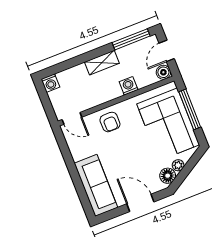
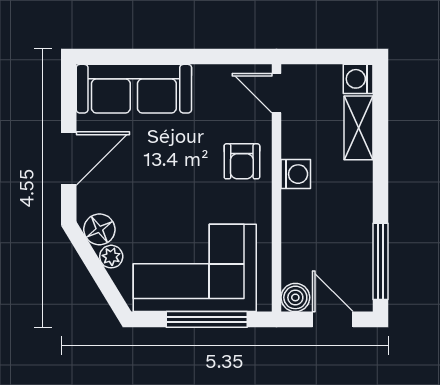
shelving: (102, 63) -> (358, 128), moved
washing machine: (129, 86) -> (296, 174), moved
door: (72, 118) -> (277, 93), hinge flipped
armchair: (110, 122) -> (242, 161), turned -90

